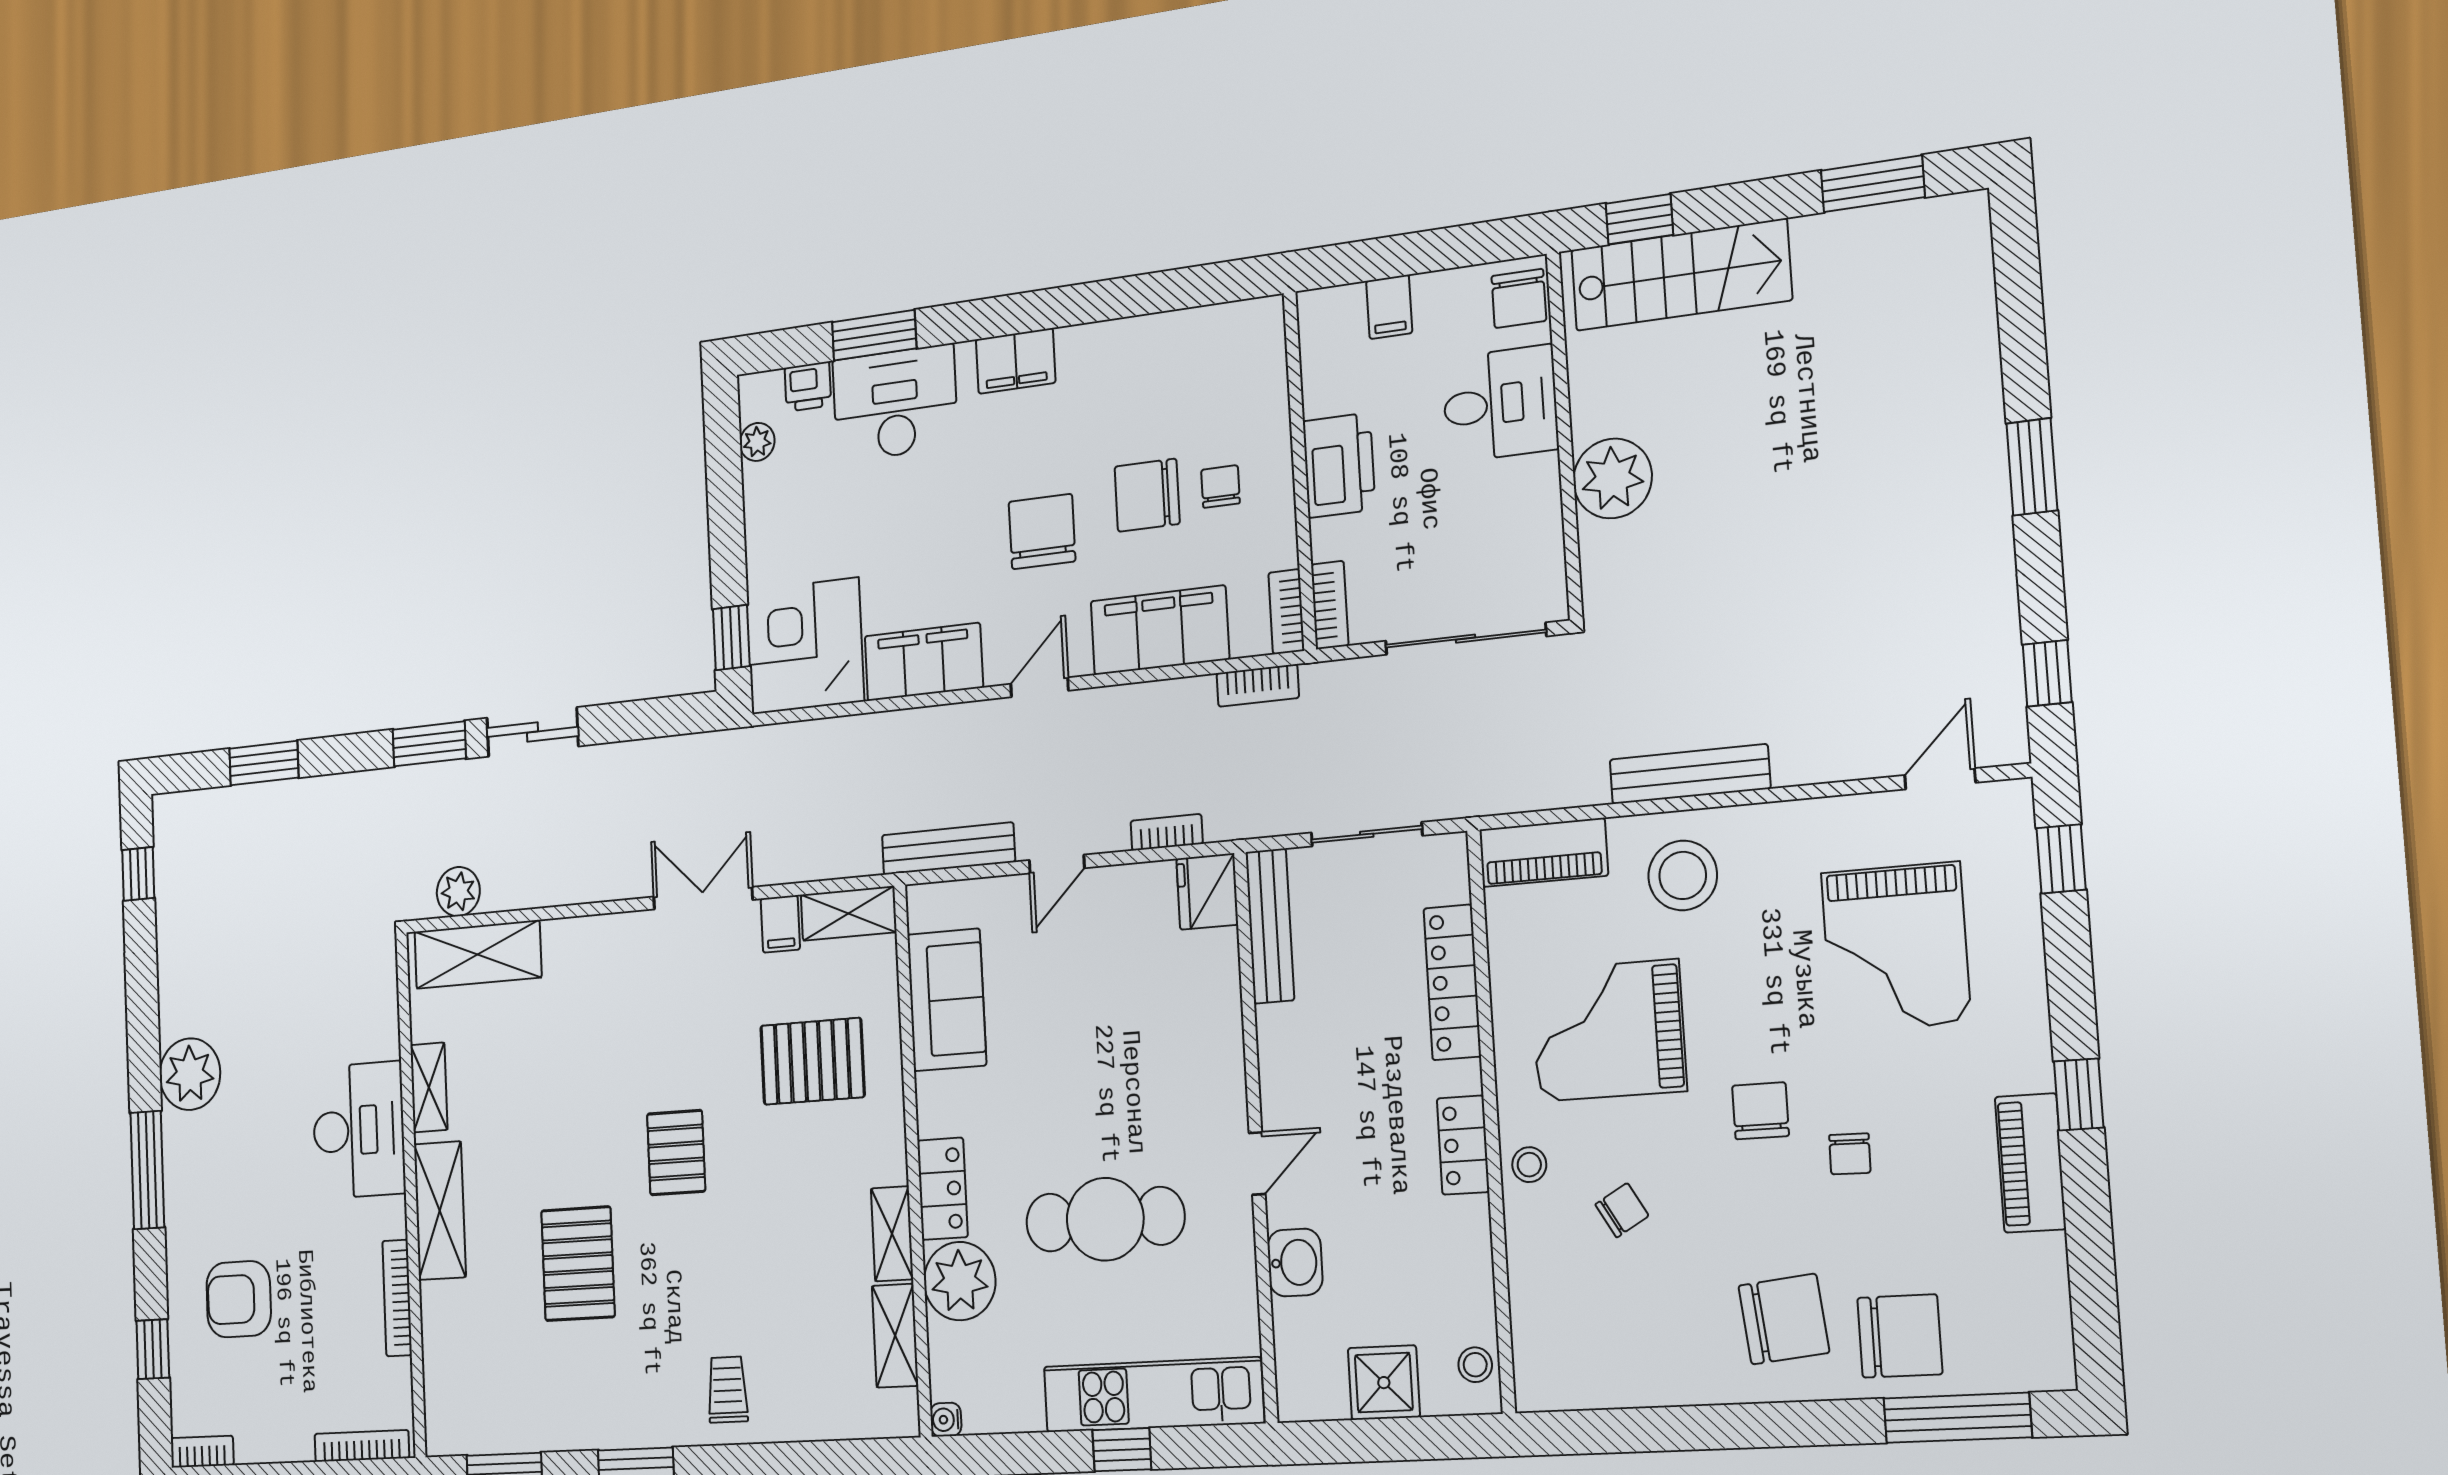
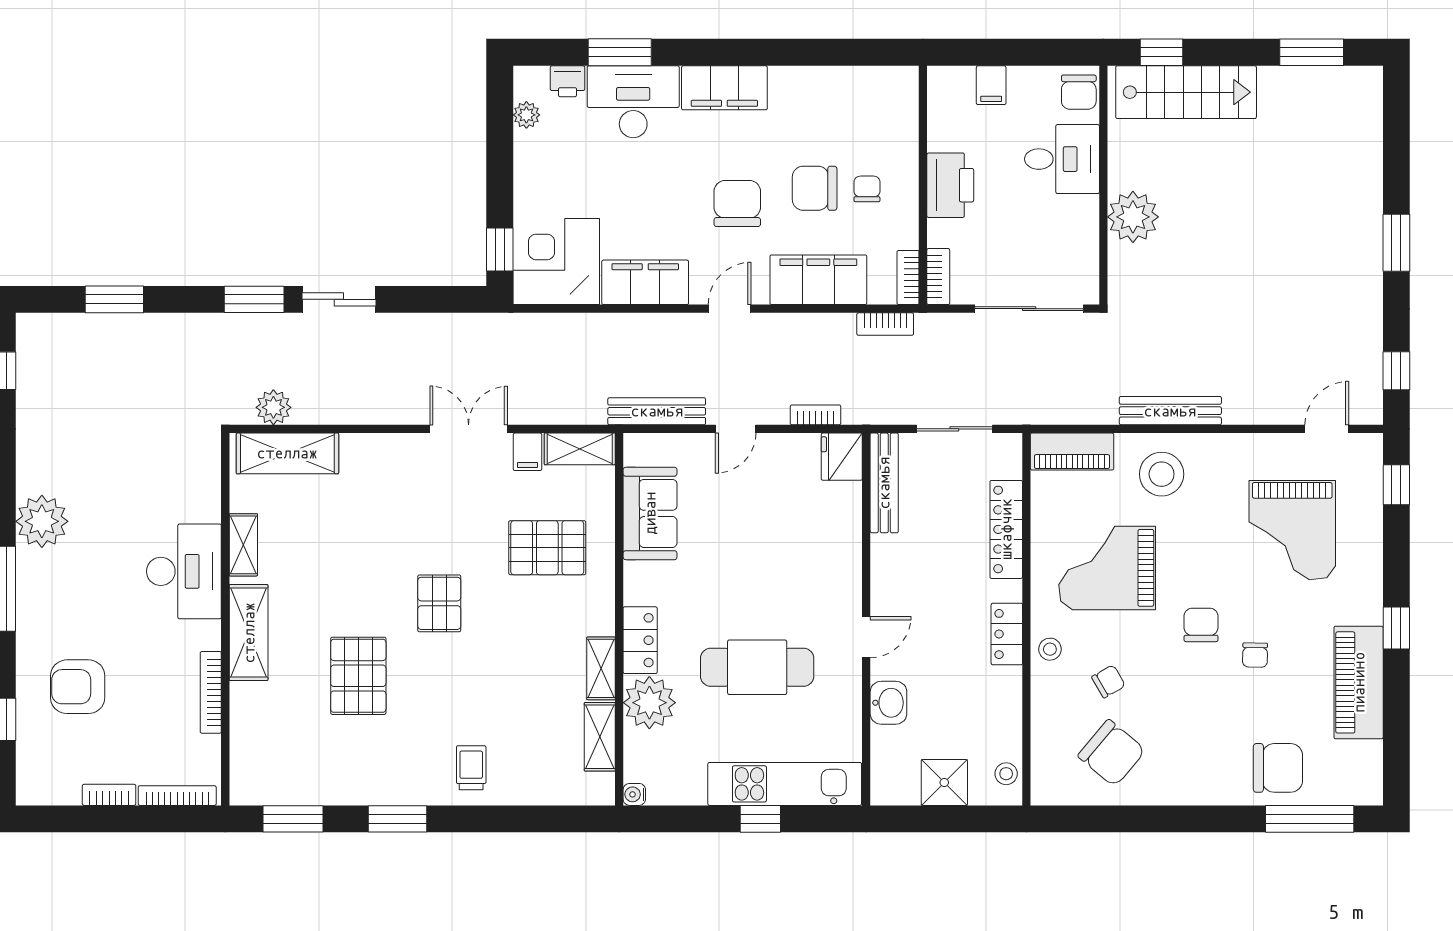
filing cabinet: (1016, 361) -> (724, 88), width x1.50, depth x1.17
piano: (2030, 1163) -> (1359, 682), width x1.37, depth x1.33
chair: (1784, 1319) -> (1112, 753), moved, turned 46
bookcase: (202, 1452) -> (109, 795), moved

